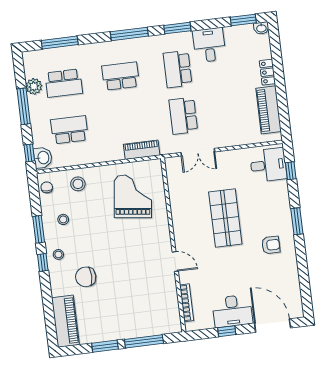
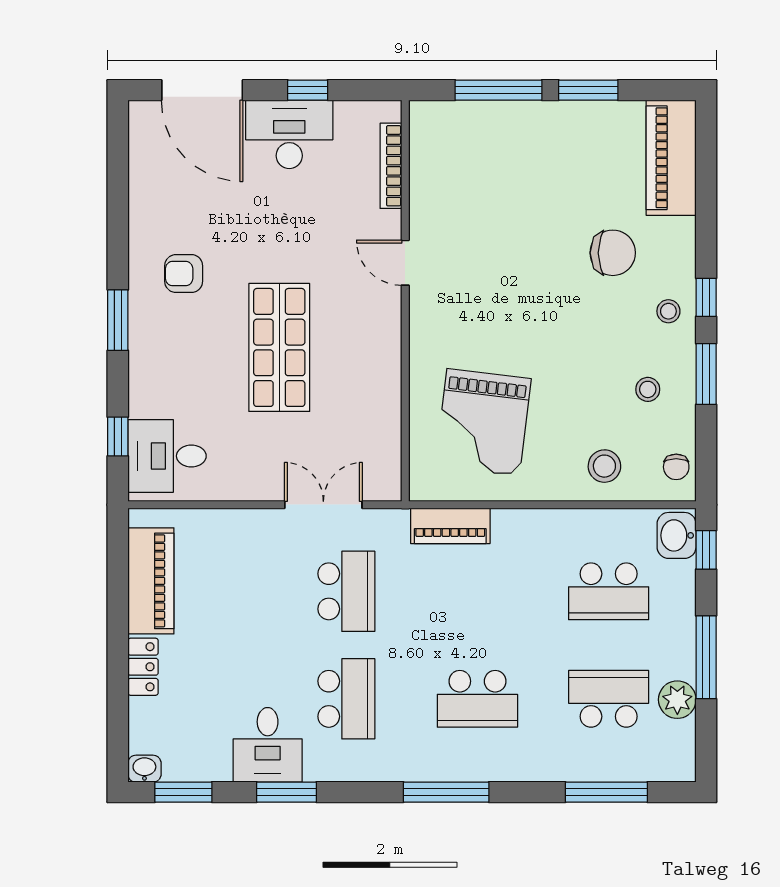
window: (177, 28) -> (287, 792), moved

